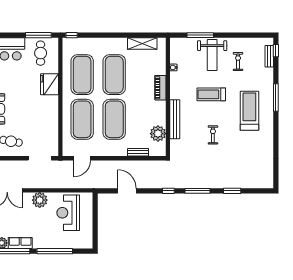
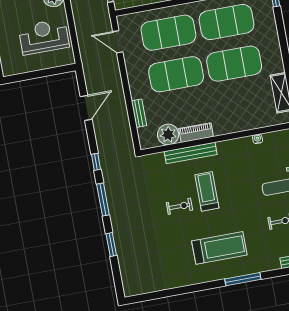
piano: (160, 88) -> (196, 133), moved
treadmill: (211, 94) -> (207, 191), moved

